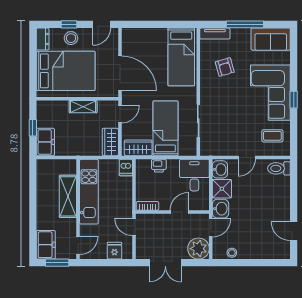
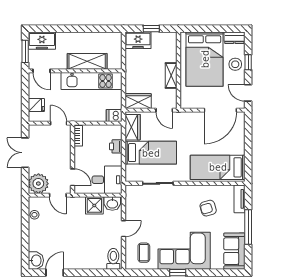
door: (120, 73) -> (220, 110), moved
door: (247, 157) -> (124, 229), swing flipped
washbasin: (221, 209) -> (36, 260), moved, turned -90
door: (179, 212) -> (73, 177), moved
door: (134, 227) -> (59, 123), hinge flipped

